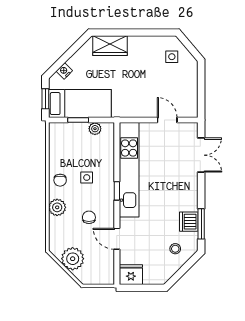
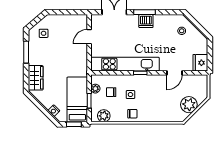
window: (146, 33) -> (26, 52), added
plant: (57, 207) -> (104, 116), moved
chair: (89, 217) -> (111, 92), moved
dishwasher: (189, 222) -> (146, 21), moved
window: (201, 224) -> (144, 12), moved

